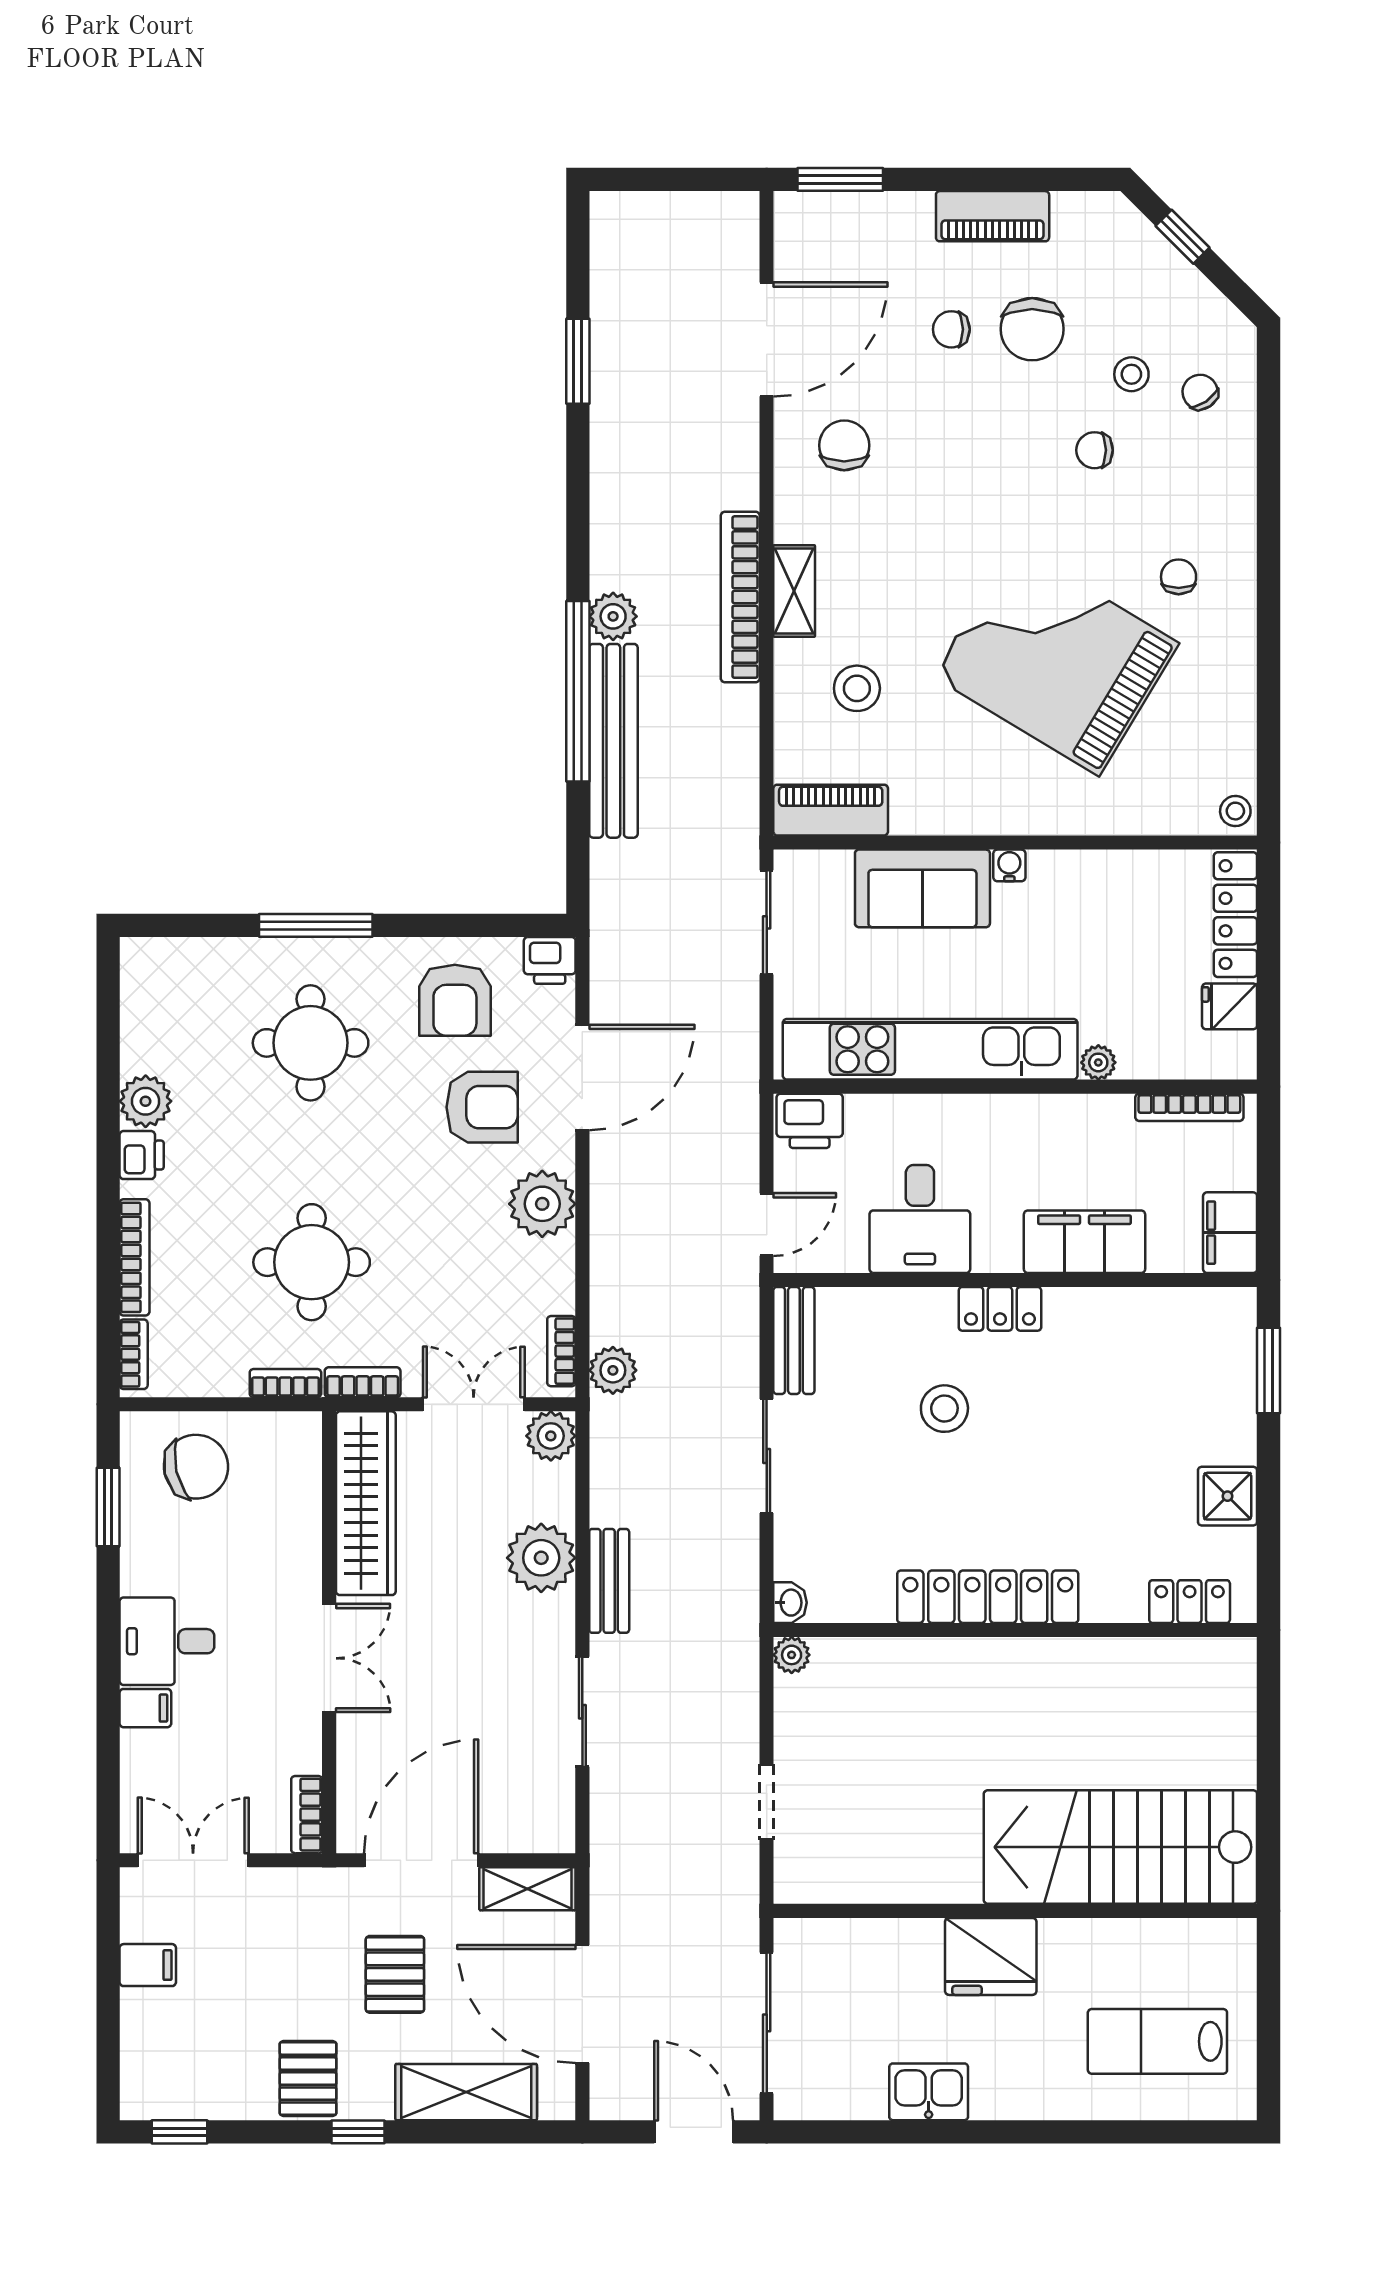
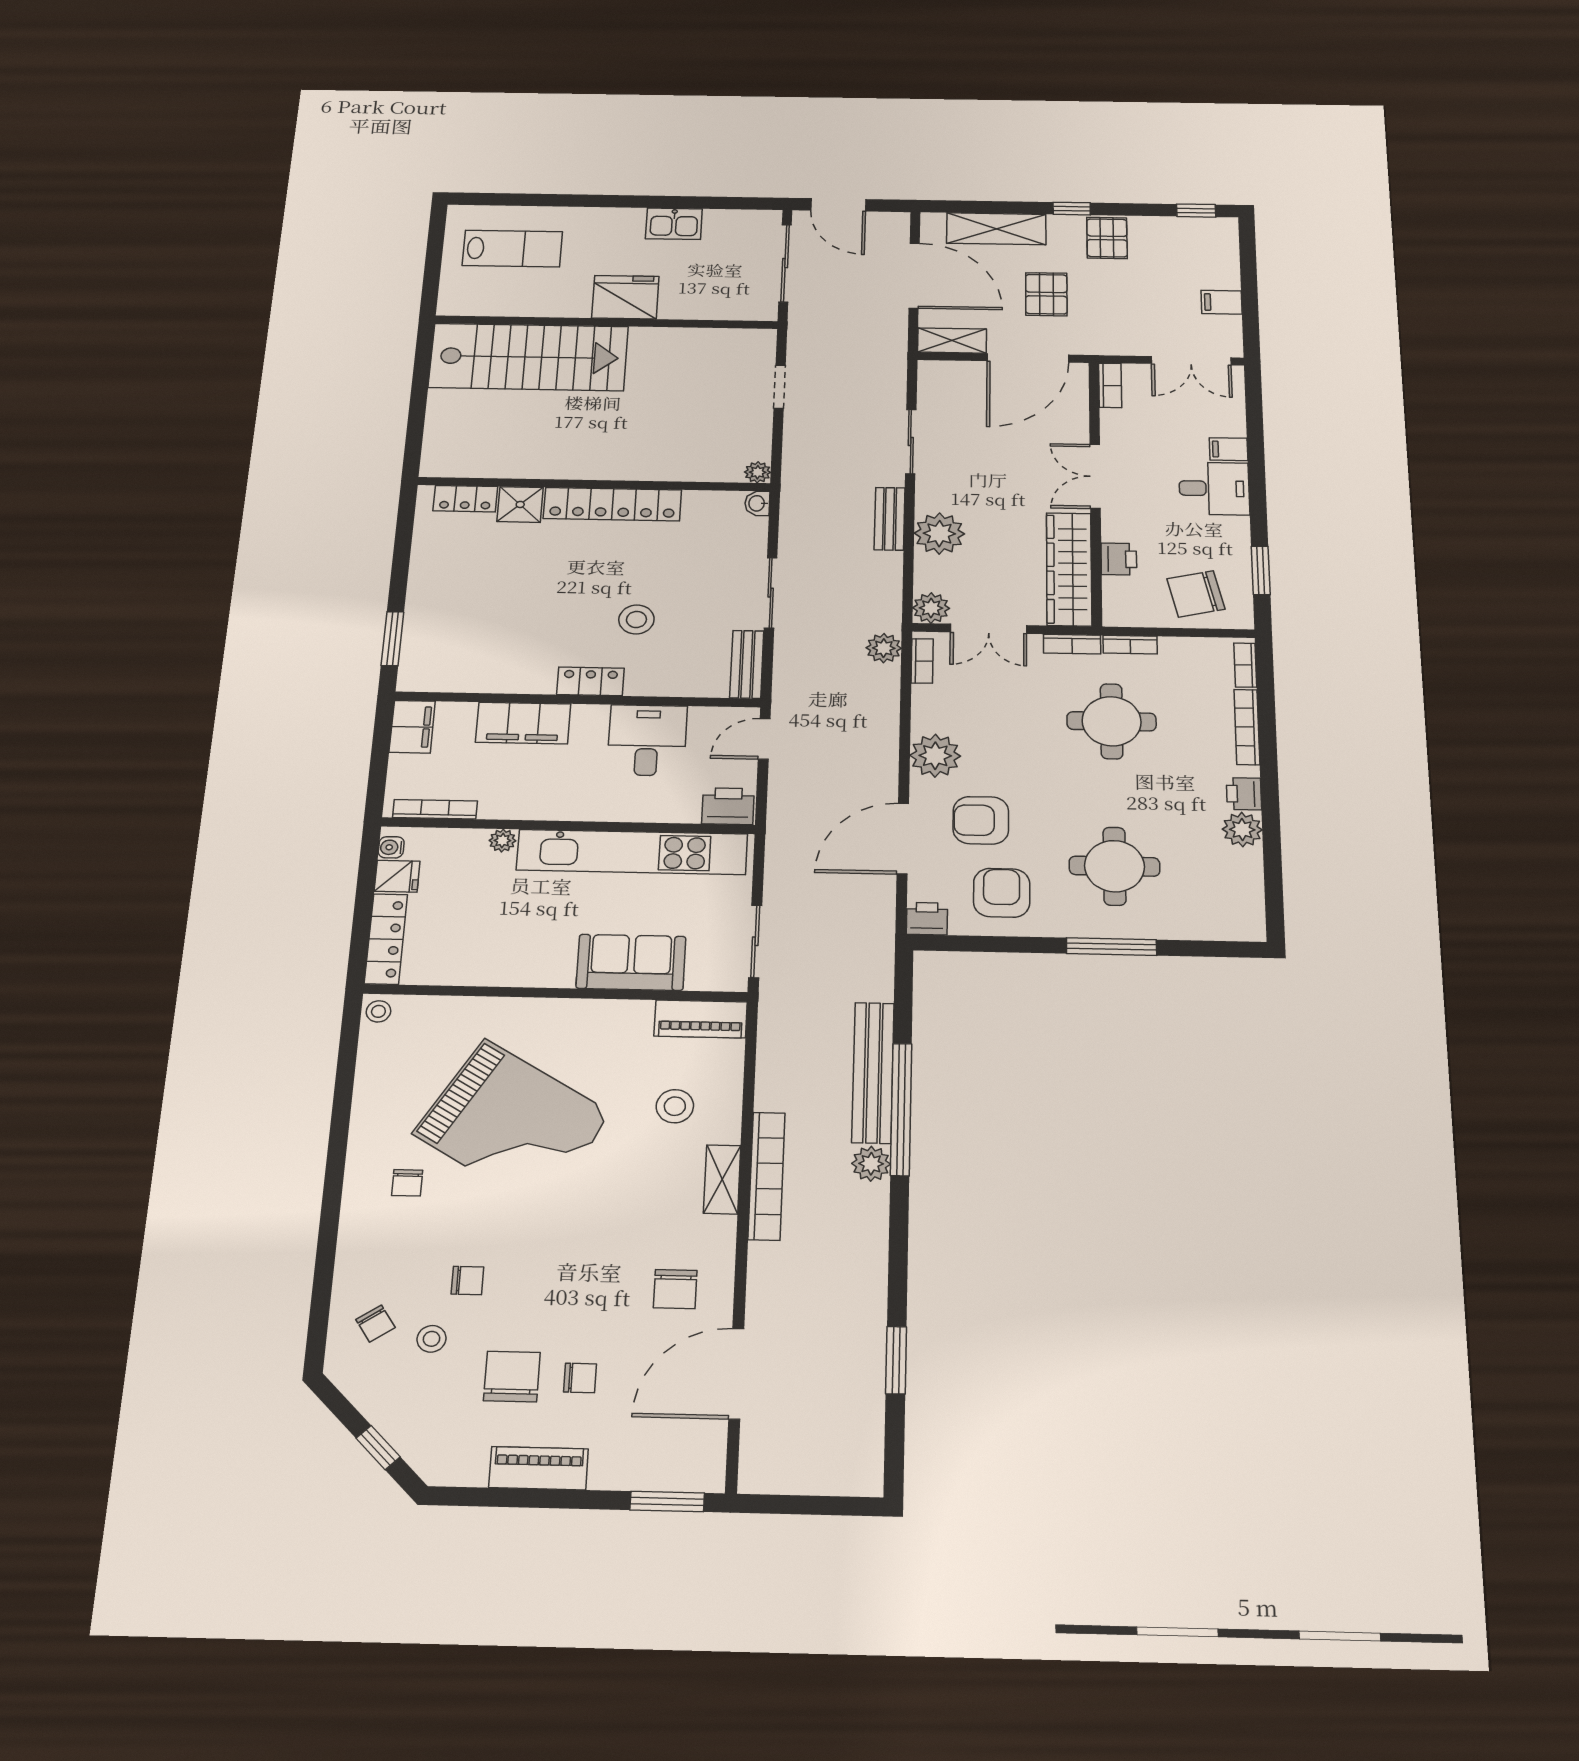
water cooler: (1009, 865) -> (391, 847), moved, turned 90
shower: (1228, 1496) -> (520, 504), moved
printer: (299, 1521) -> (1119, 559), added

